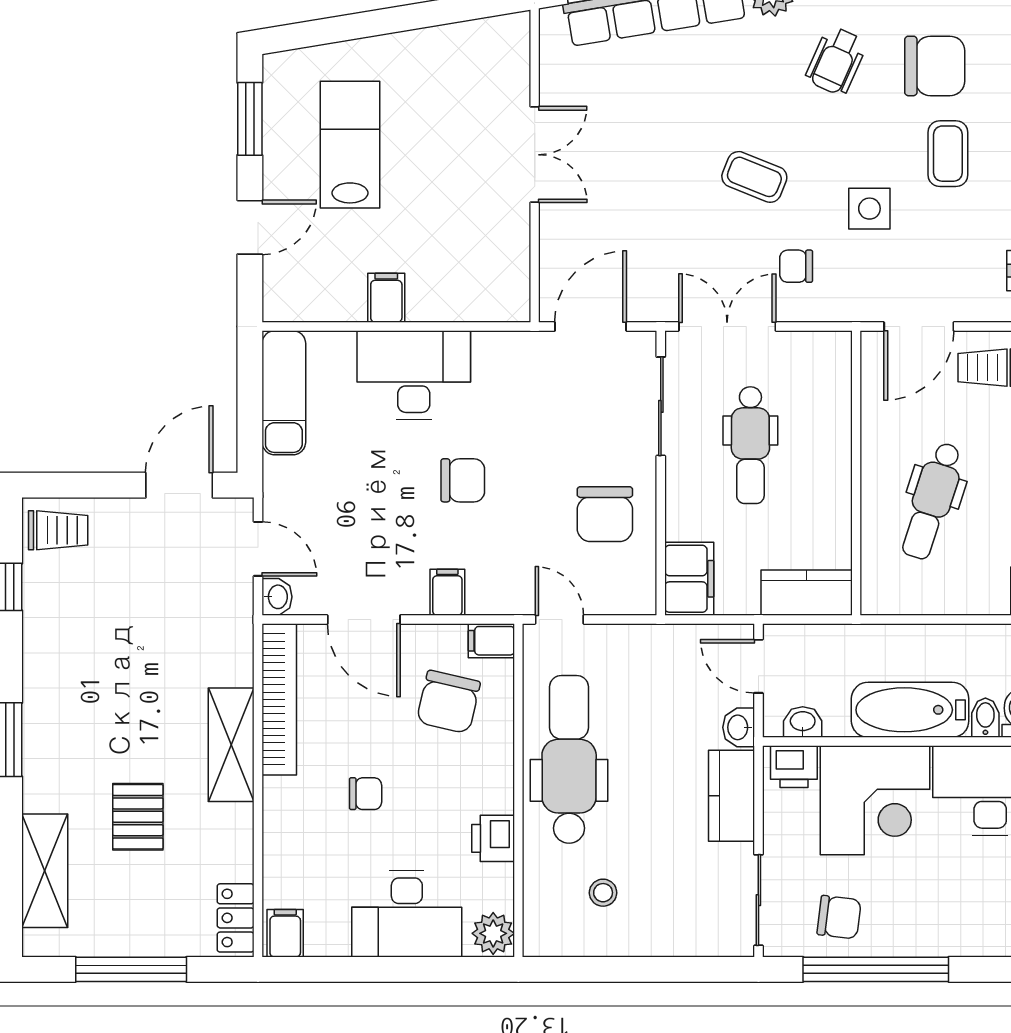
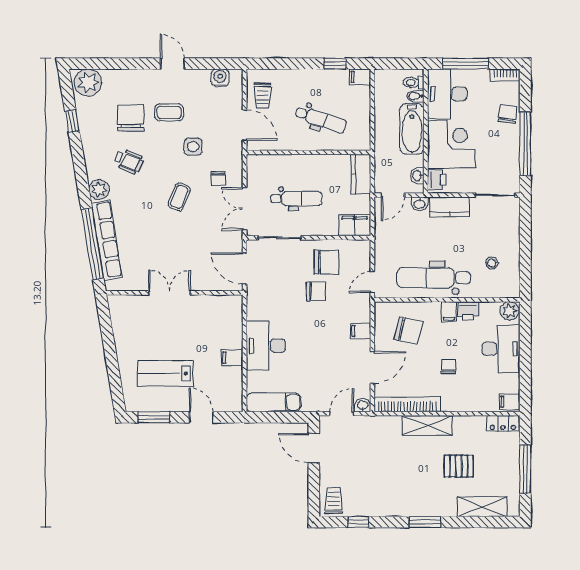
chair: (463, 480) -> (316, 292), moved, turned 90
filing cabinet: (491, 641) -> (449, 312), moved
chair: (839, 917) -> (507, 114), moved

